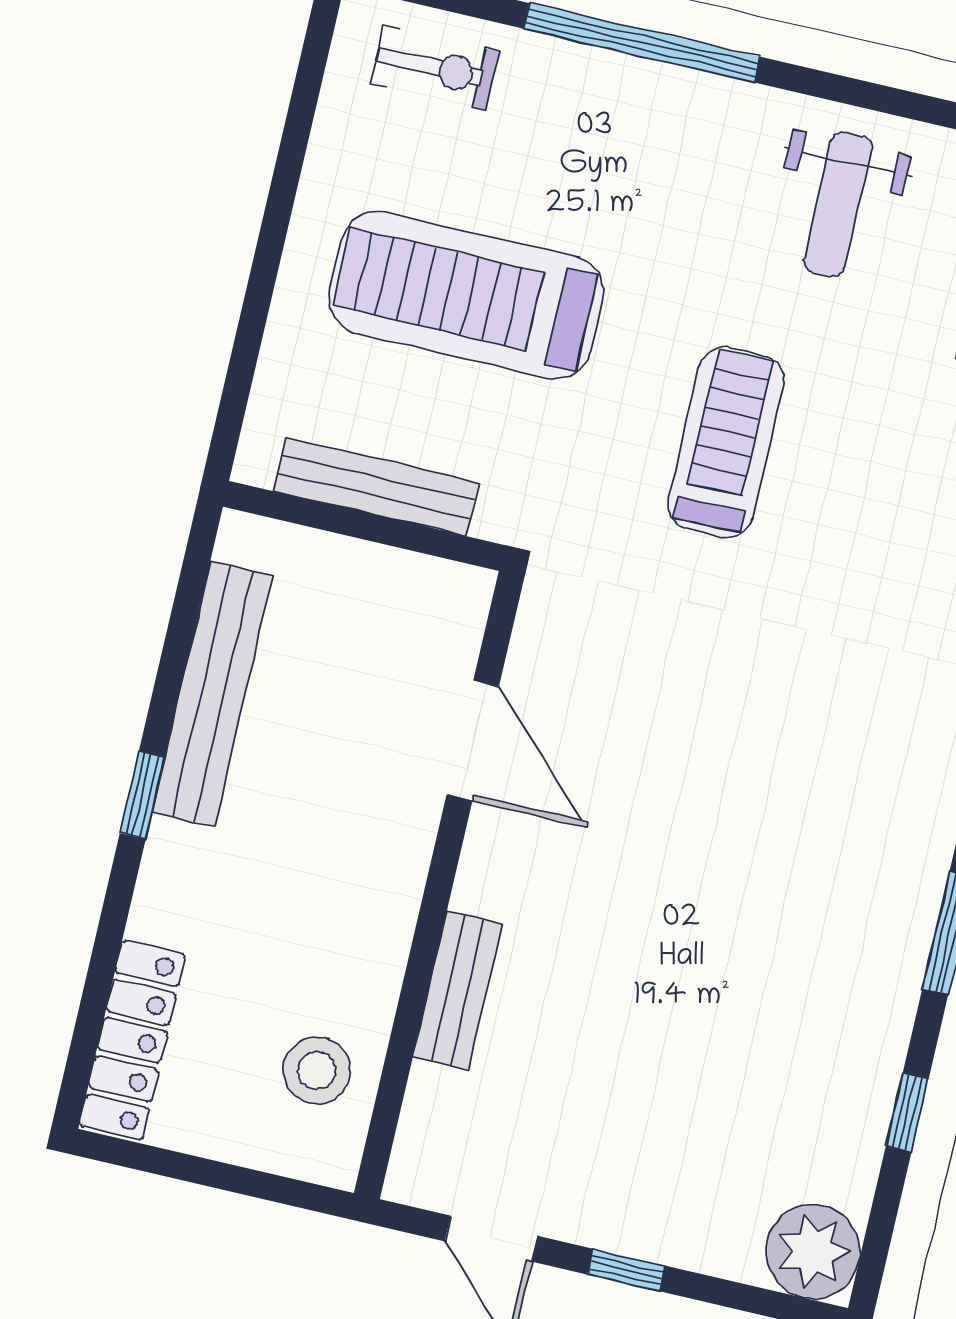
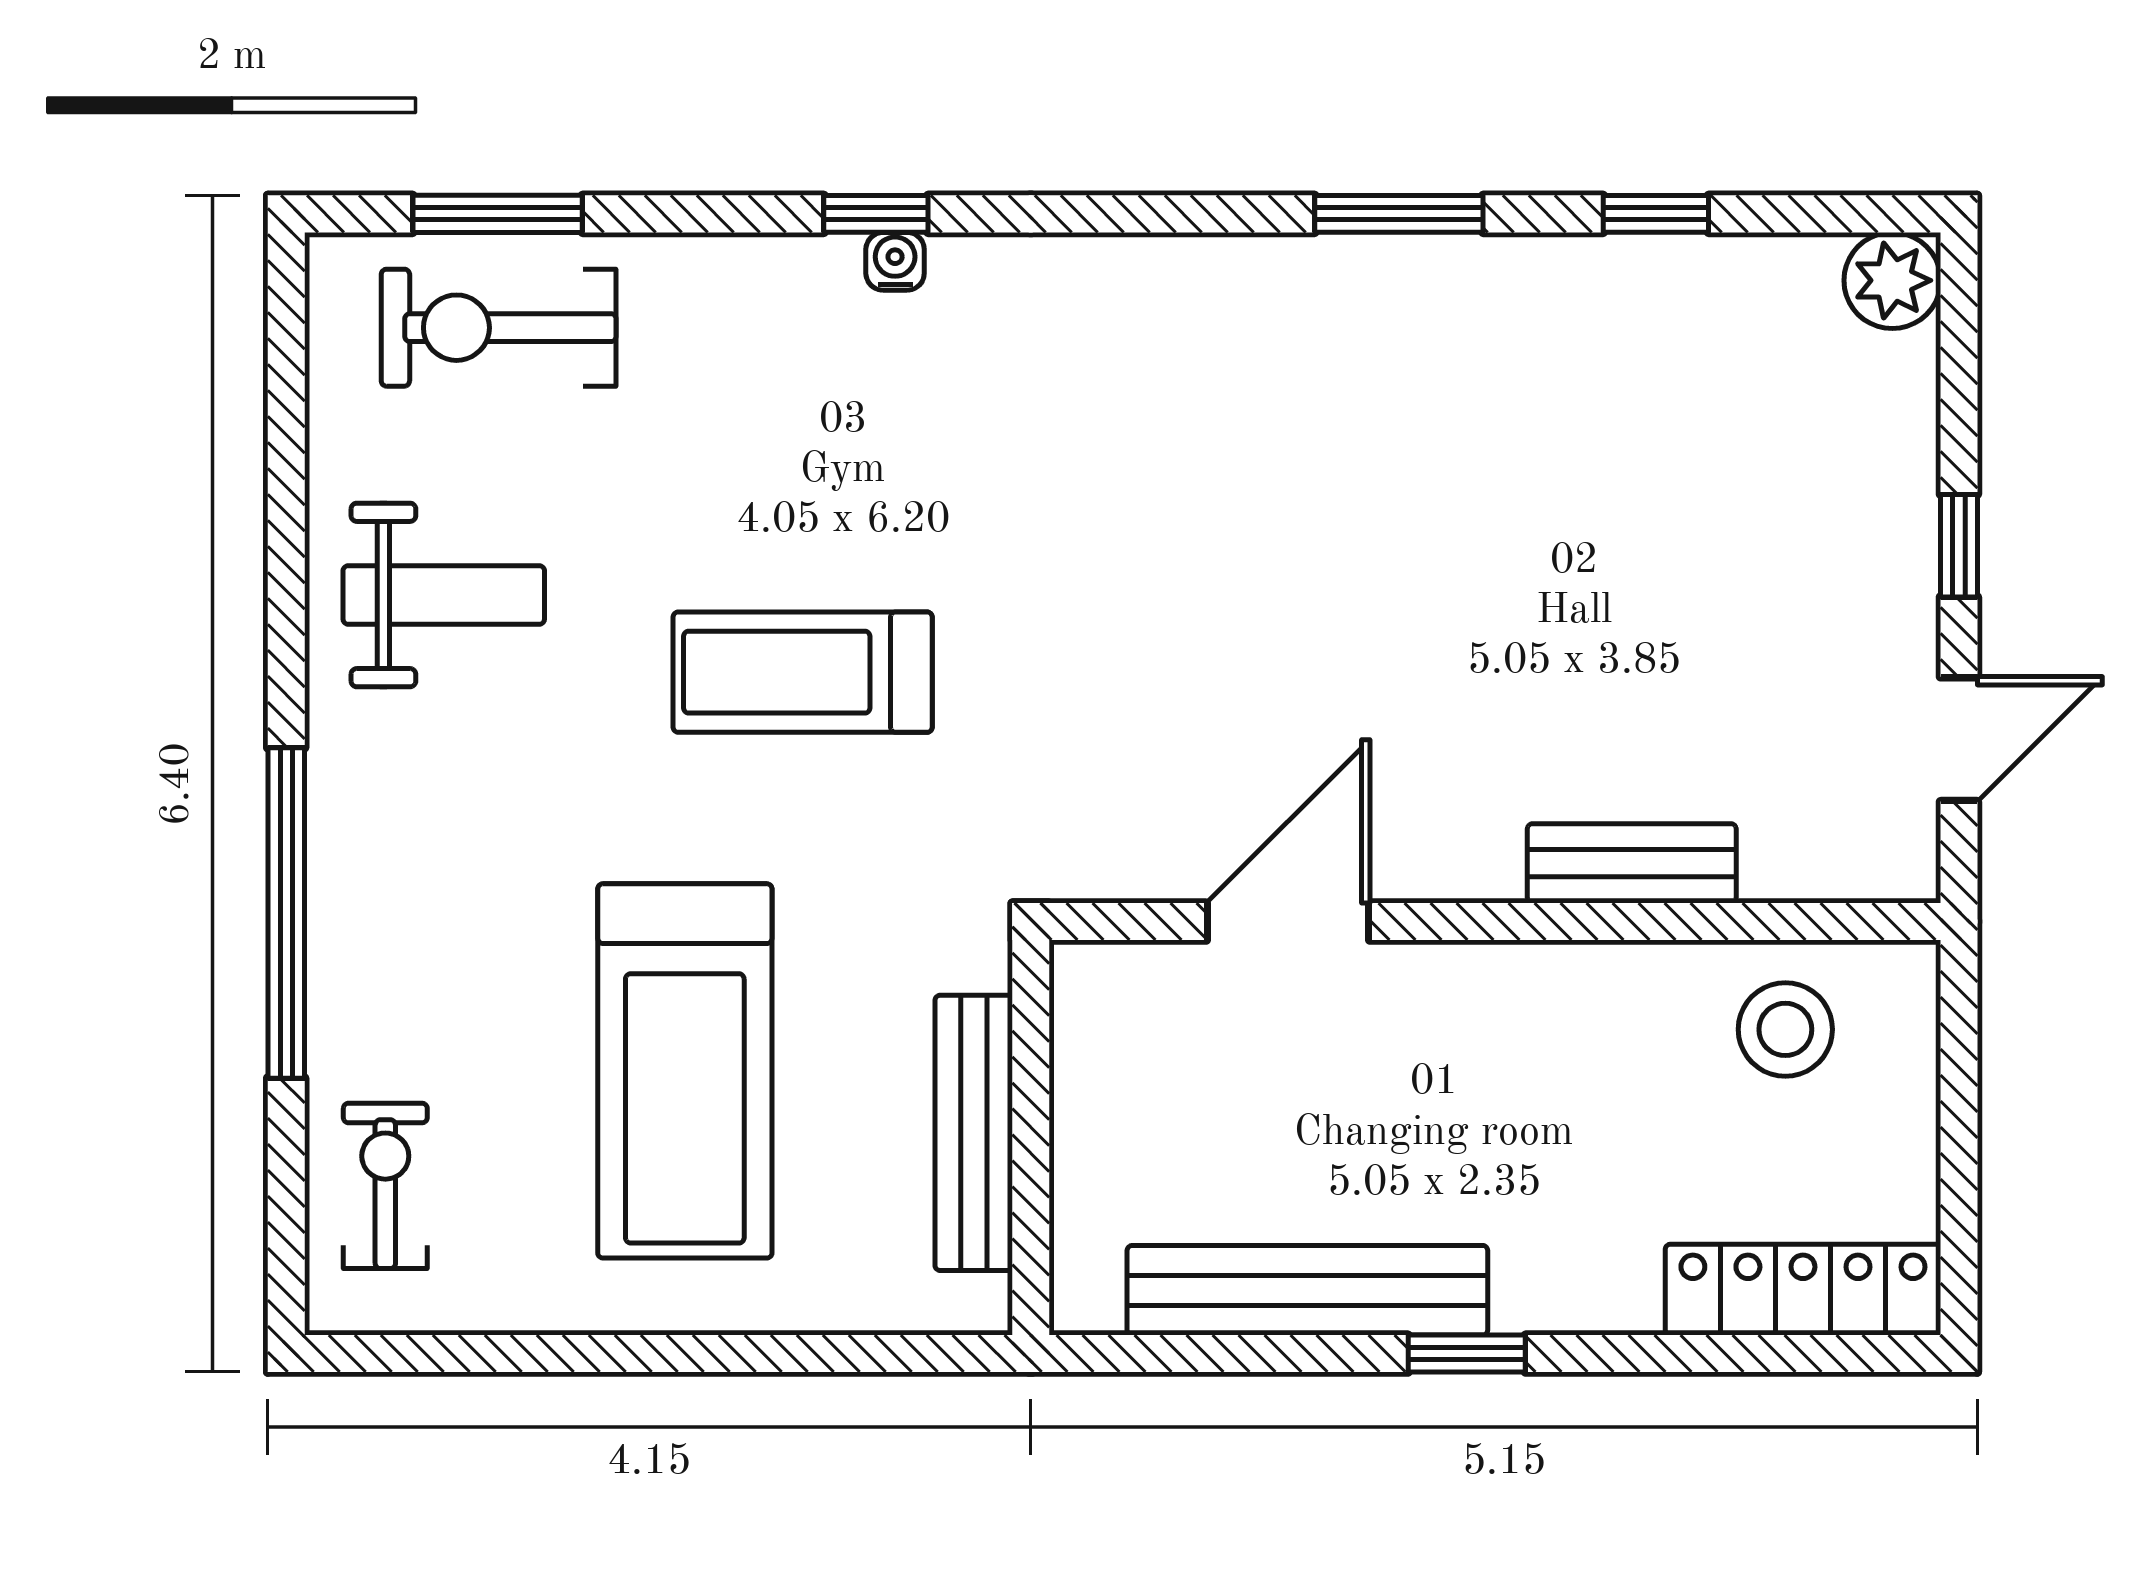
plant: (813, 1252) -> (1892, 280), width x0.73, depth x0.73

